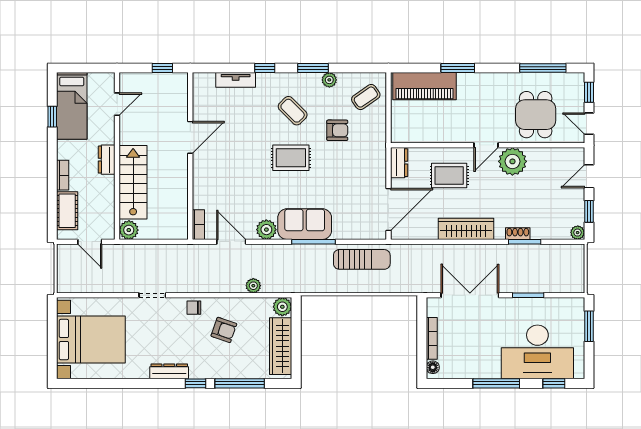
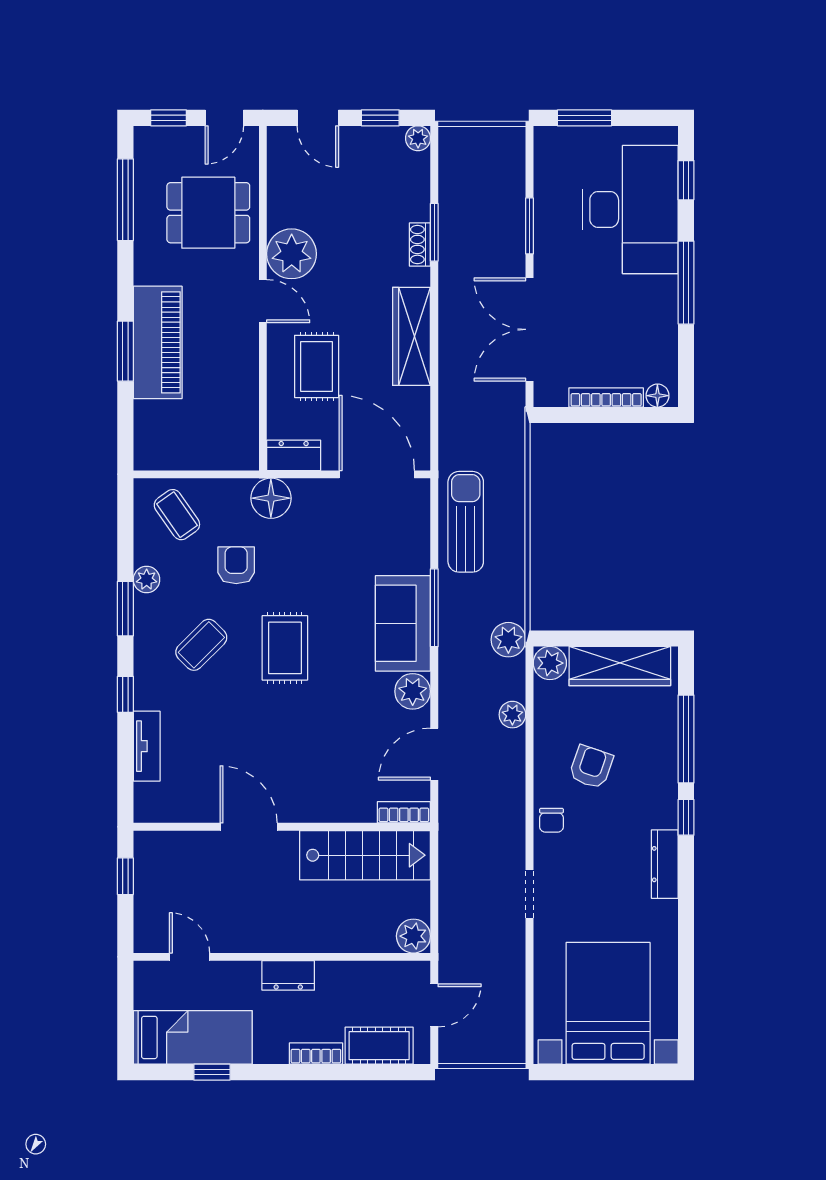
piano: (425, 86) -> (158, 342), moved
floor lamp: (375, 150) -> (271, 498), added
stairs: (133, 182) -> (365, 855), moved, turned 180
plant: (295, 283) -> (508, 640), added

